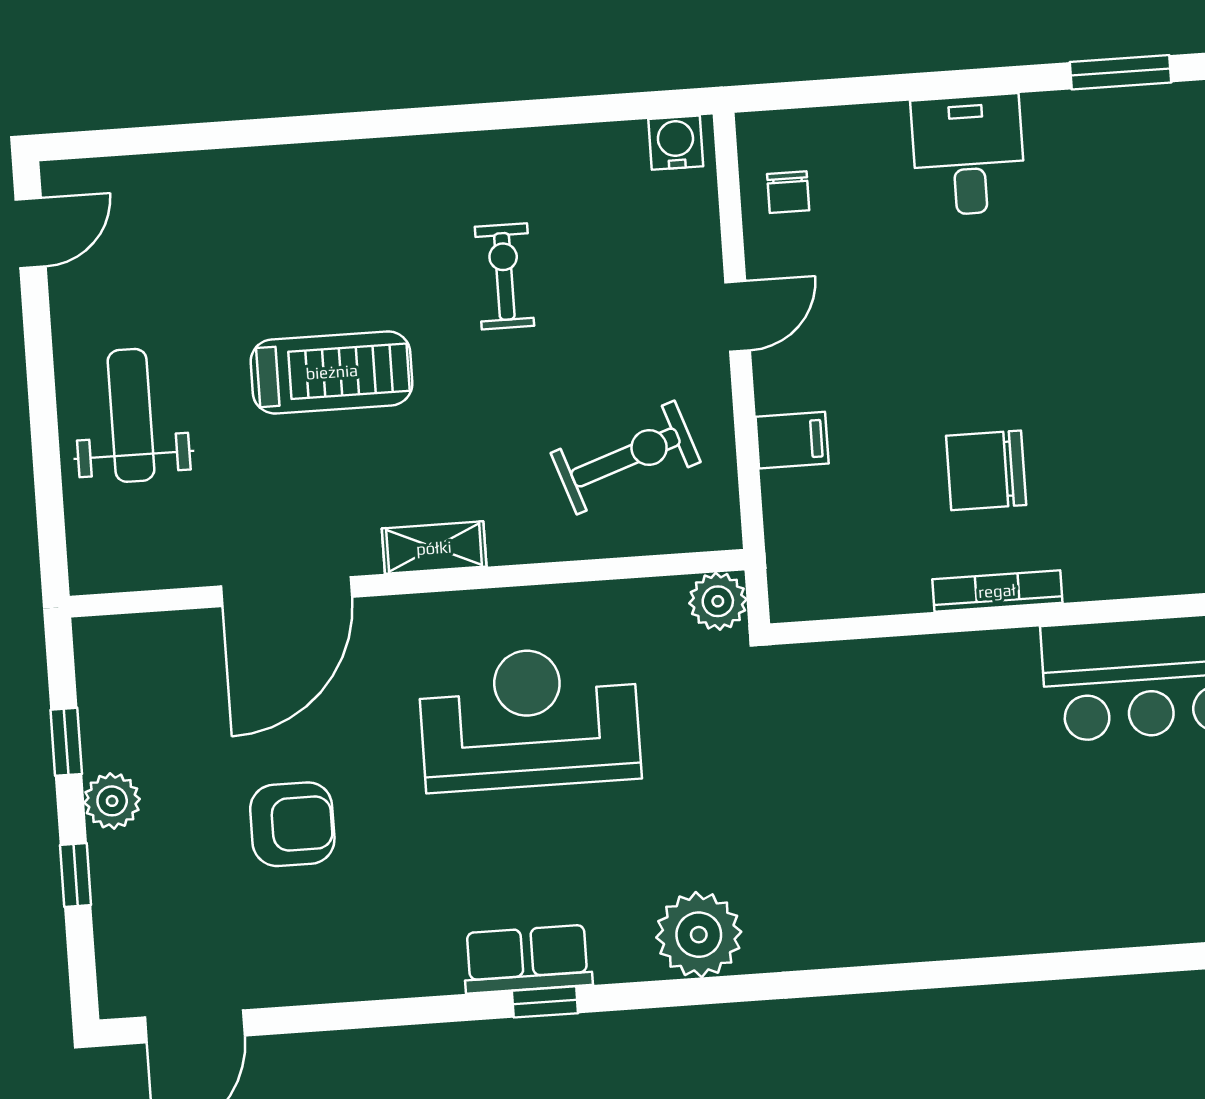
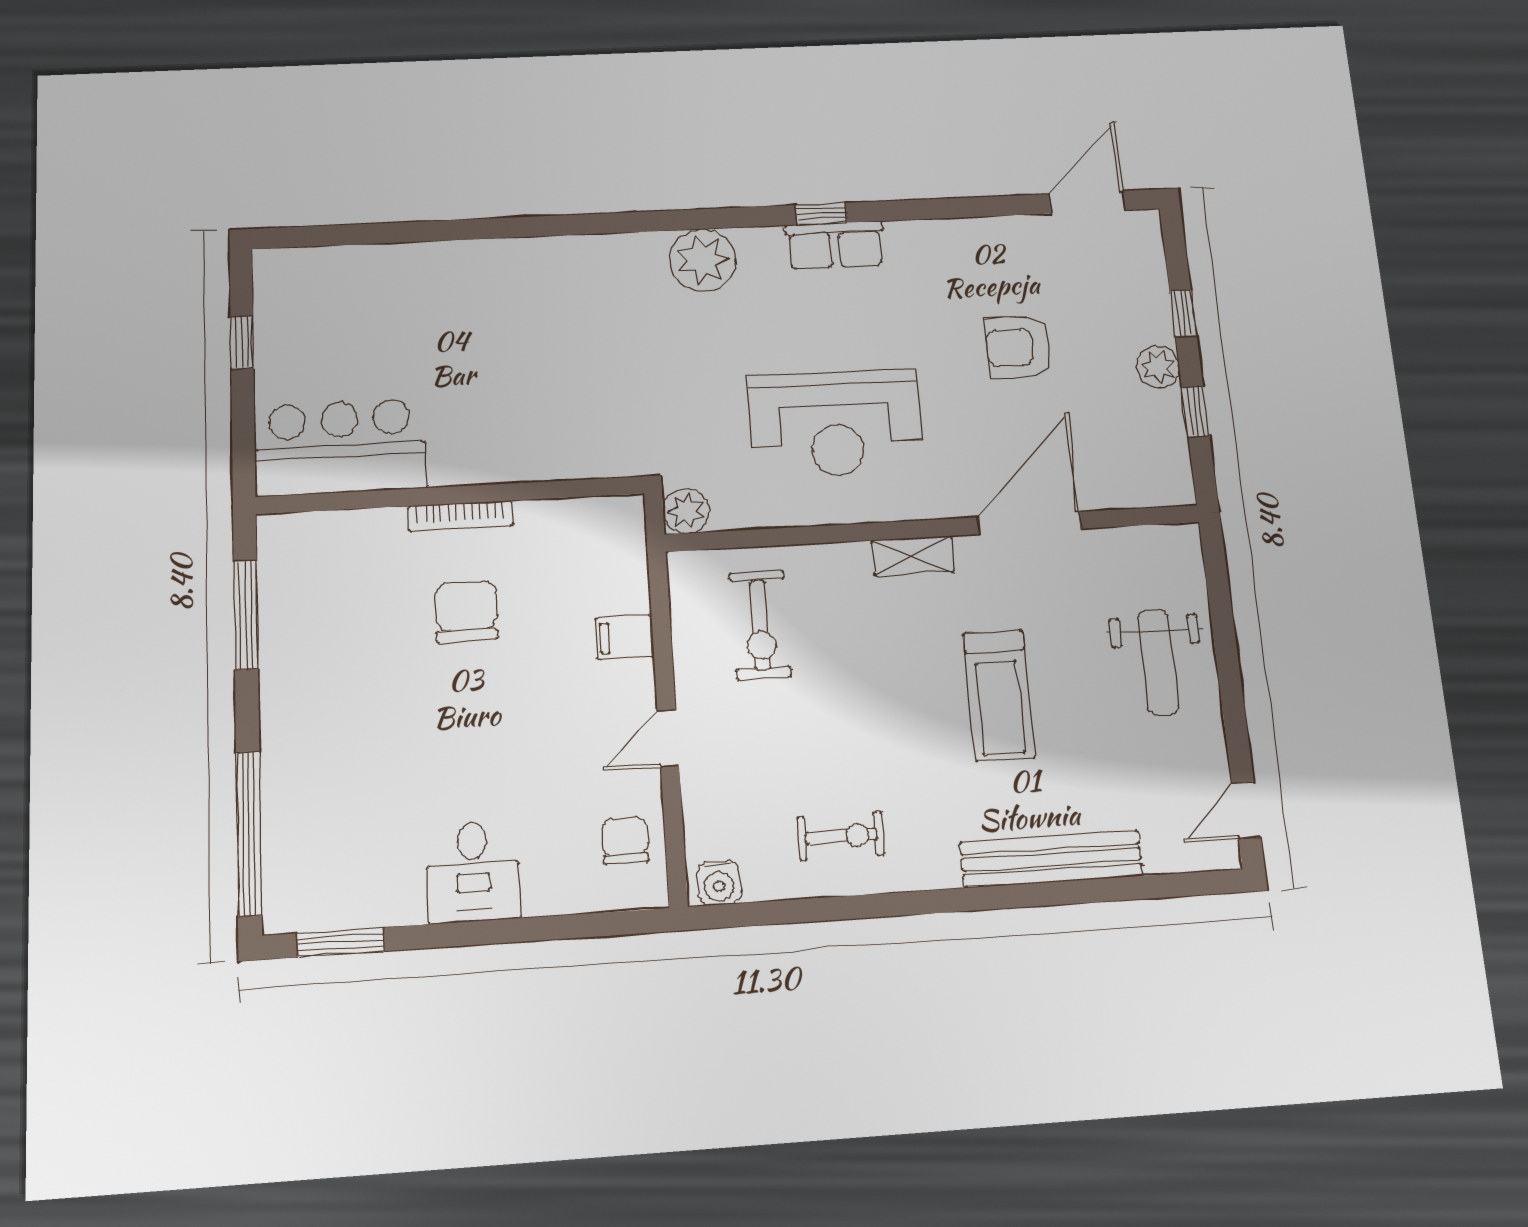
bench: (273, 172) -> (1051, 859), added
chair: (788, 192) -> (625, 841), width x1.37, depth x1.37
exercise bike: (504, 276) -> (841, 836), moved, turned -90
treadmill: (332, 372) -> (999, 695), turned -90
exercise bike: (626, 458) -> (760, 625), turned -71
chair: (986, 470) -> (466, 611), turned -90

